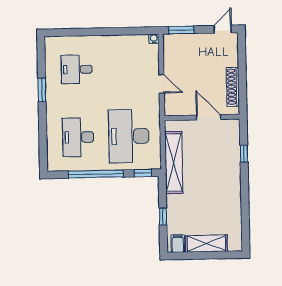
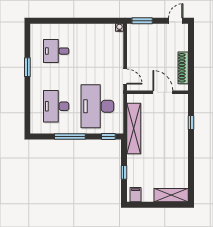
door: (162, 84) -> (125, 76), moved
window: (96, 174) -> (70, 137), width x0.68
shelving: (206, 243) -> (171, 195), moved

